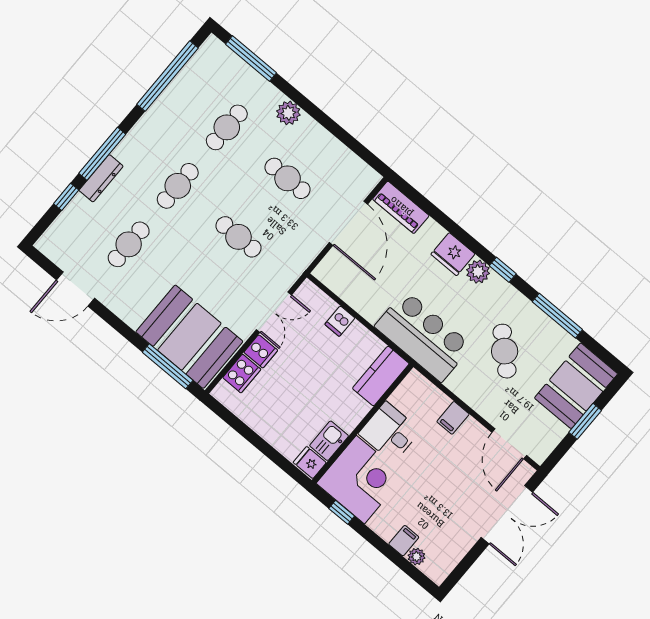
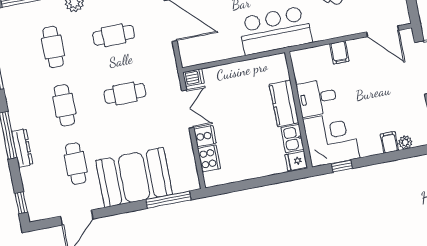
window: (66, 197) -> (21, 203), moved
dishwasher: (340, 321) -> (194, 78), moved, turned -90
booth: (189, 337) -> (134, 177), moved
kitchen counter: (381, 376) -> (284, 103), moved

